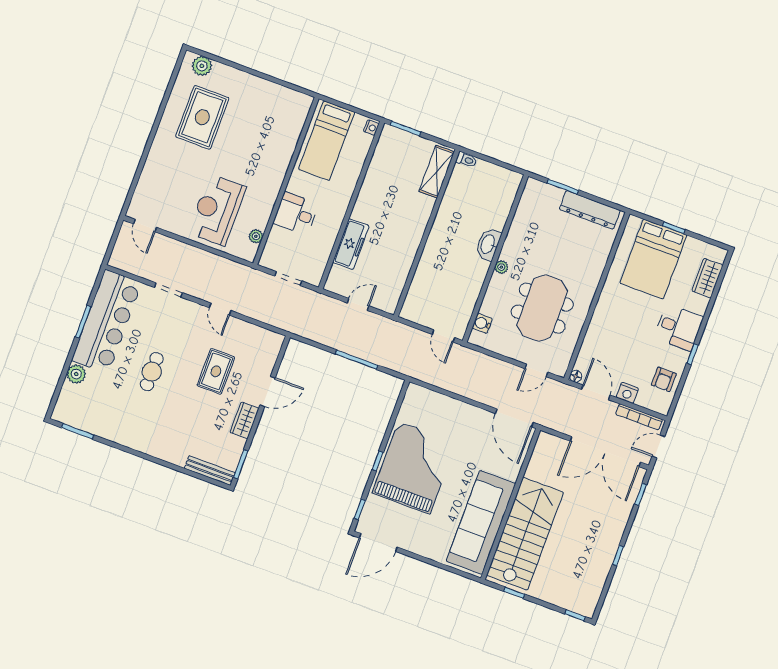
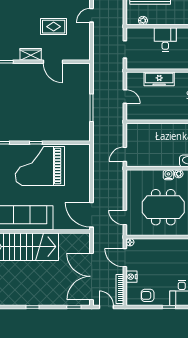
water cooler: (482, 323) -> (168, 175), moved
door: (596, 392) -> (125, 258), swing flipped
door: (514, 418) -> (92, 215), hinge flipped
grand piano: (414, 468) -> (40, 166), turned 180

